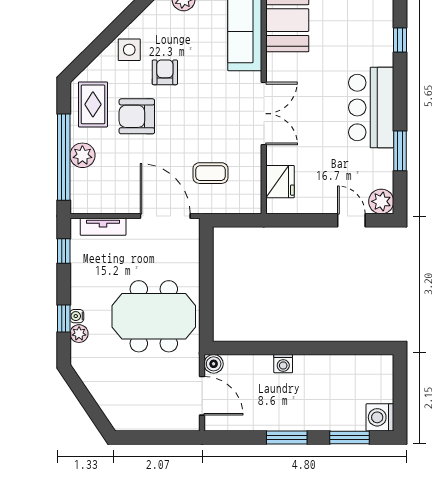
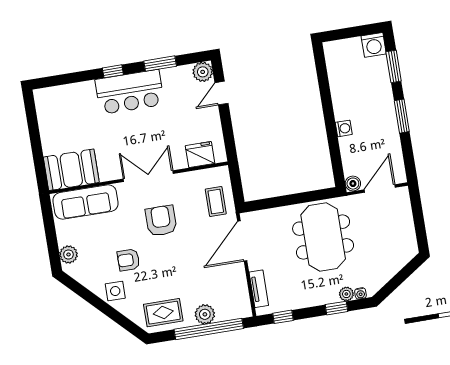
window: (400, 40) -> (113, 71), moved
armchair: (137, 116) -> (161, 221), moved, turned 180
coffee table: (210, 173) -> (216, 202), moved
water cooler: (77, 316) -> (360, 293), moved

